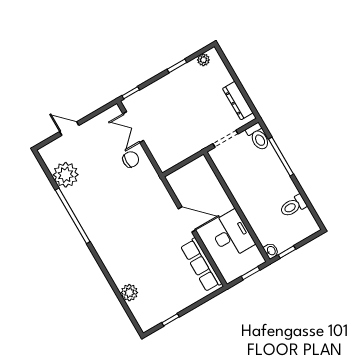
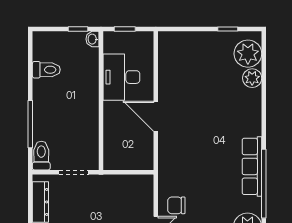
row of seats: (201, 265) -> (252, 166), moved, turned 180
plant: (144, 310) -> (248, 54), added

